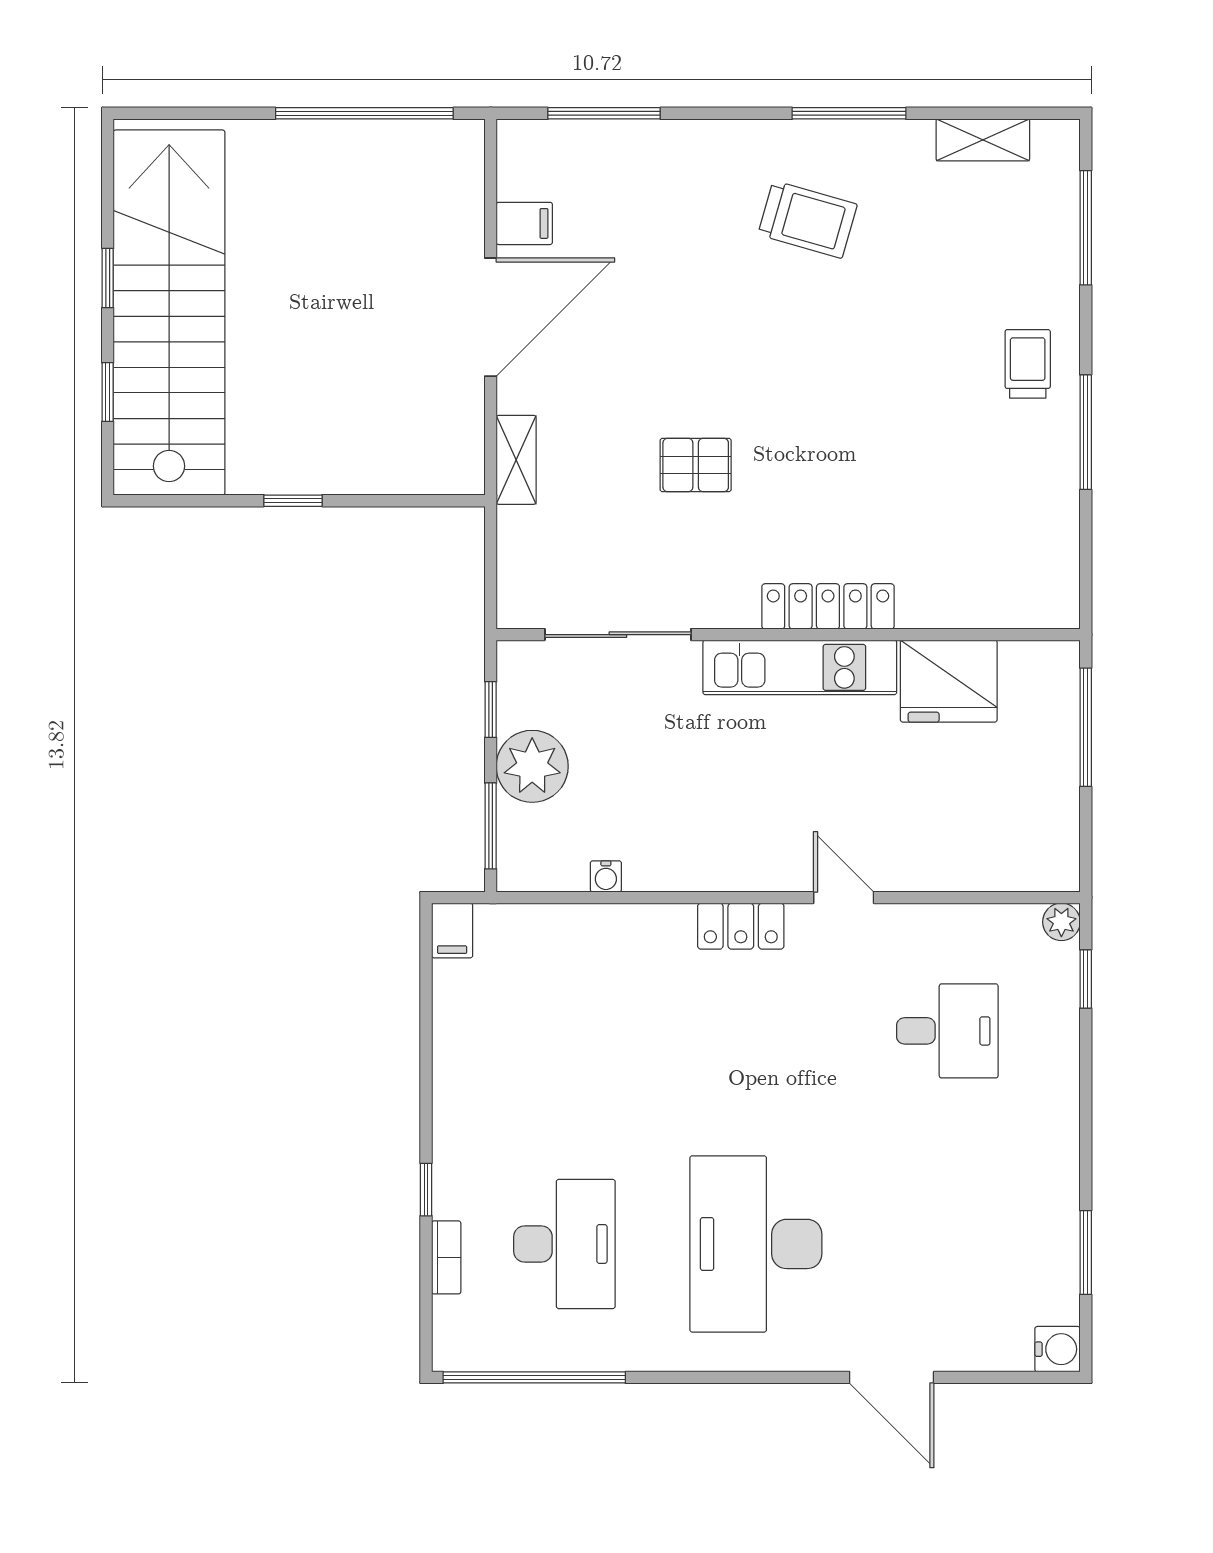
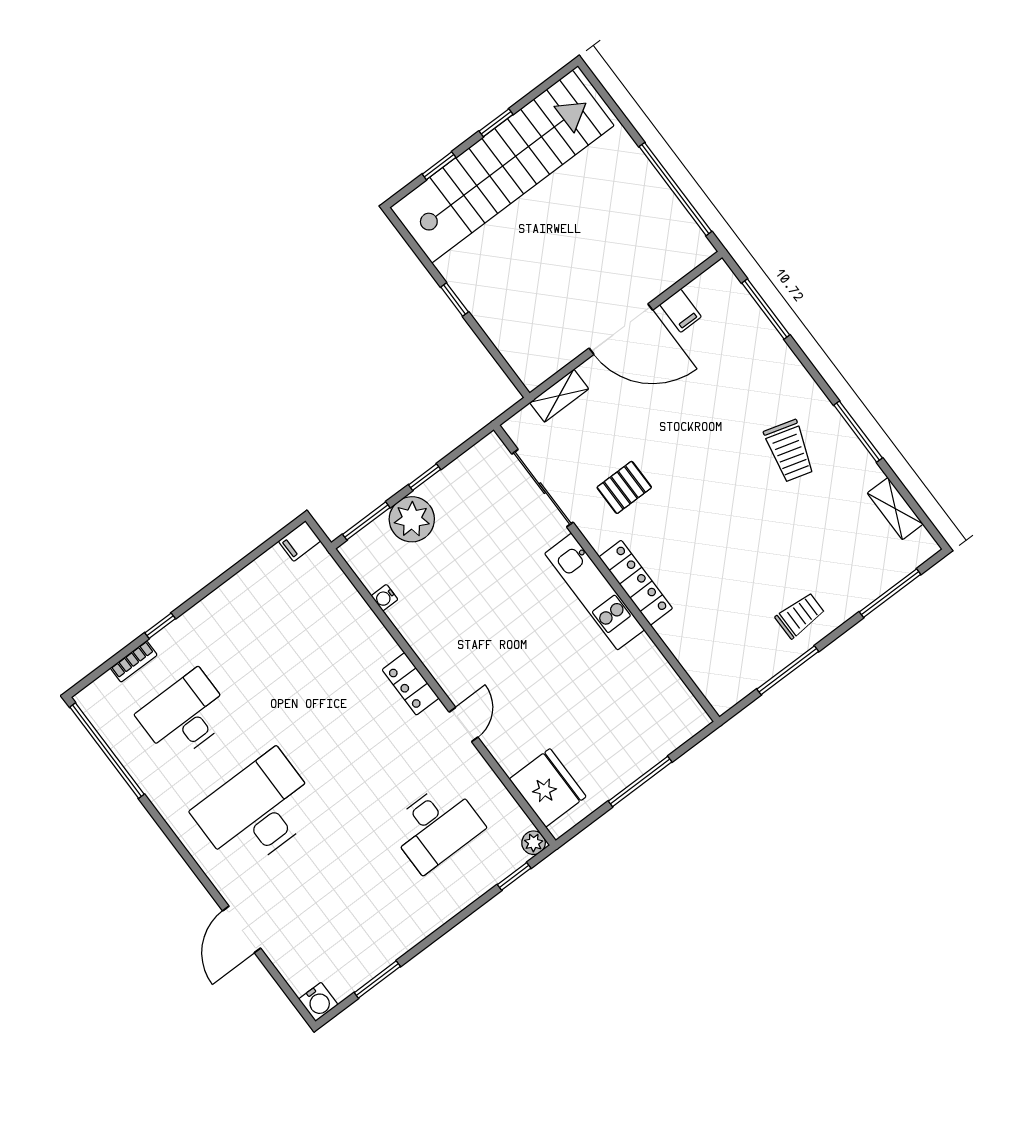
pallet: (696, 465) -> (624, 487), turned 90
locker: (828, 606) -> (636, 583), moved
sliding door: (618, 635) -> (542, 488), moved
wall: (788, 635) -> (607, 573), moved
kitchen unit: (800, 667) -> (595, 592), moved
fridge: (949, 681) -> (548, 788), moved, turned 180
desk: (947, 1031) -> (436, 827), width x1.37
desk: (564, 1244) -> (185, 715), turned 180

